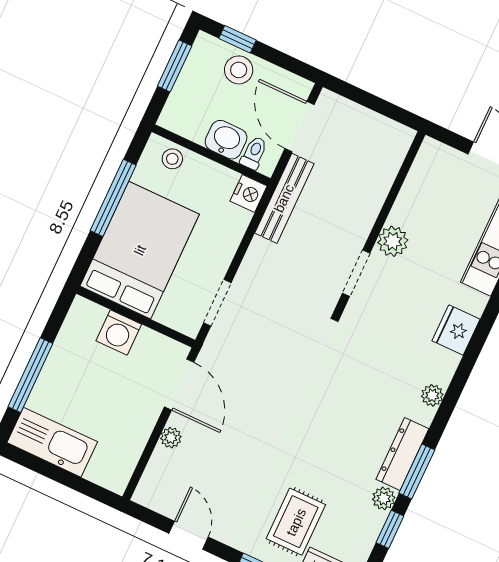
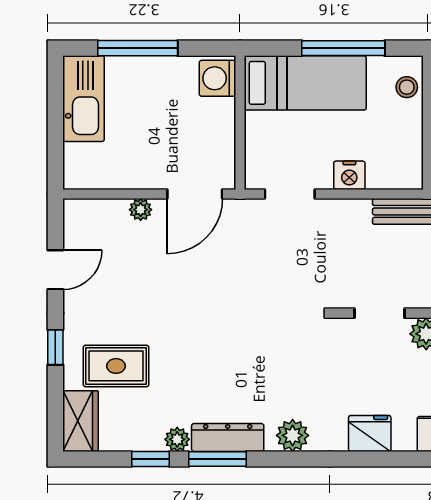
nightstand: (249, 194) -> (349, 175), moved
bed: (140, 250) -> (305, 83), width x0.67
washing machine: (119, 333) -> (217, 78), moved
plant: (432, 395) -> (293, 435), width x1.38, depth x1.38

